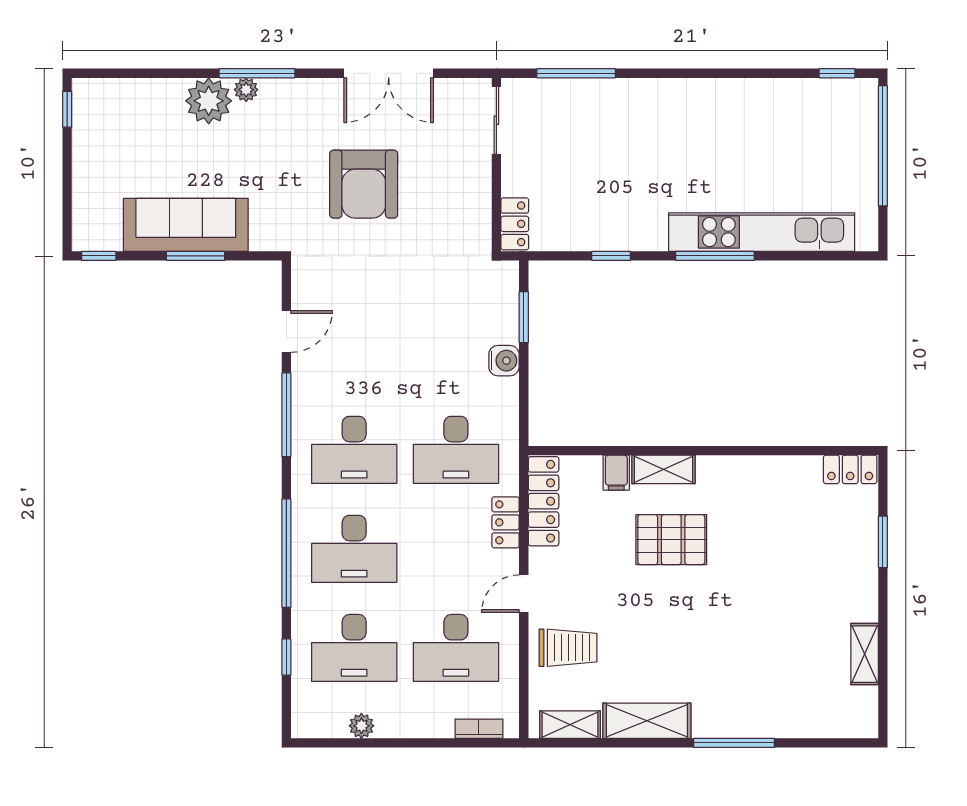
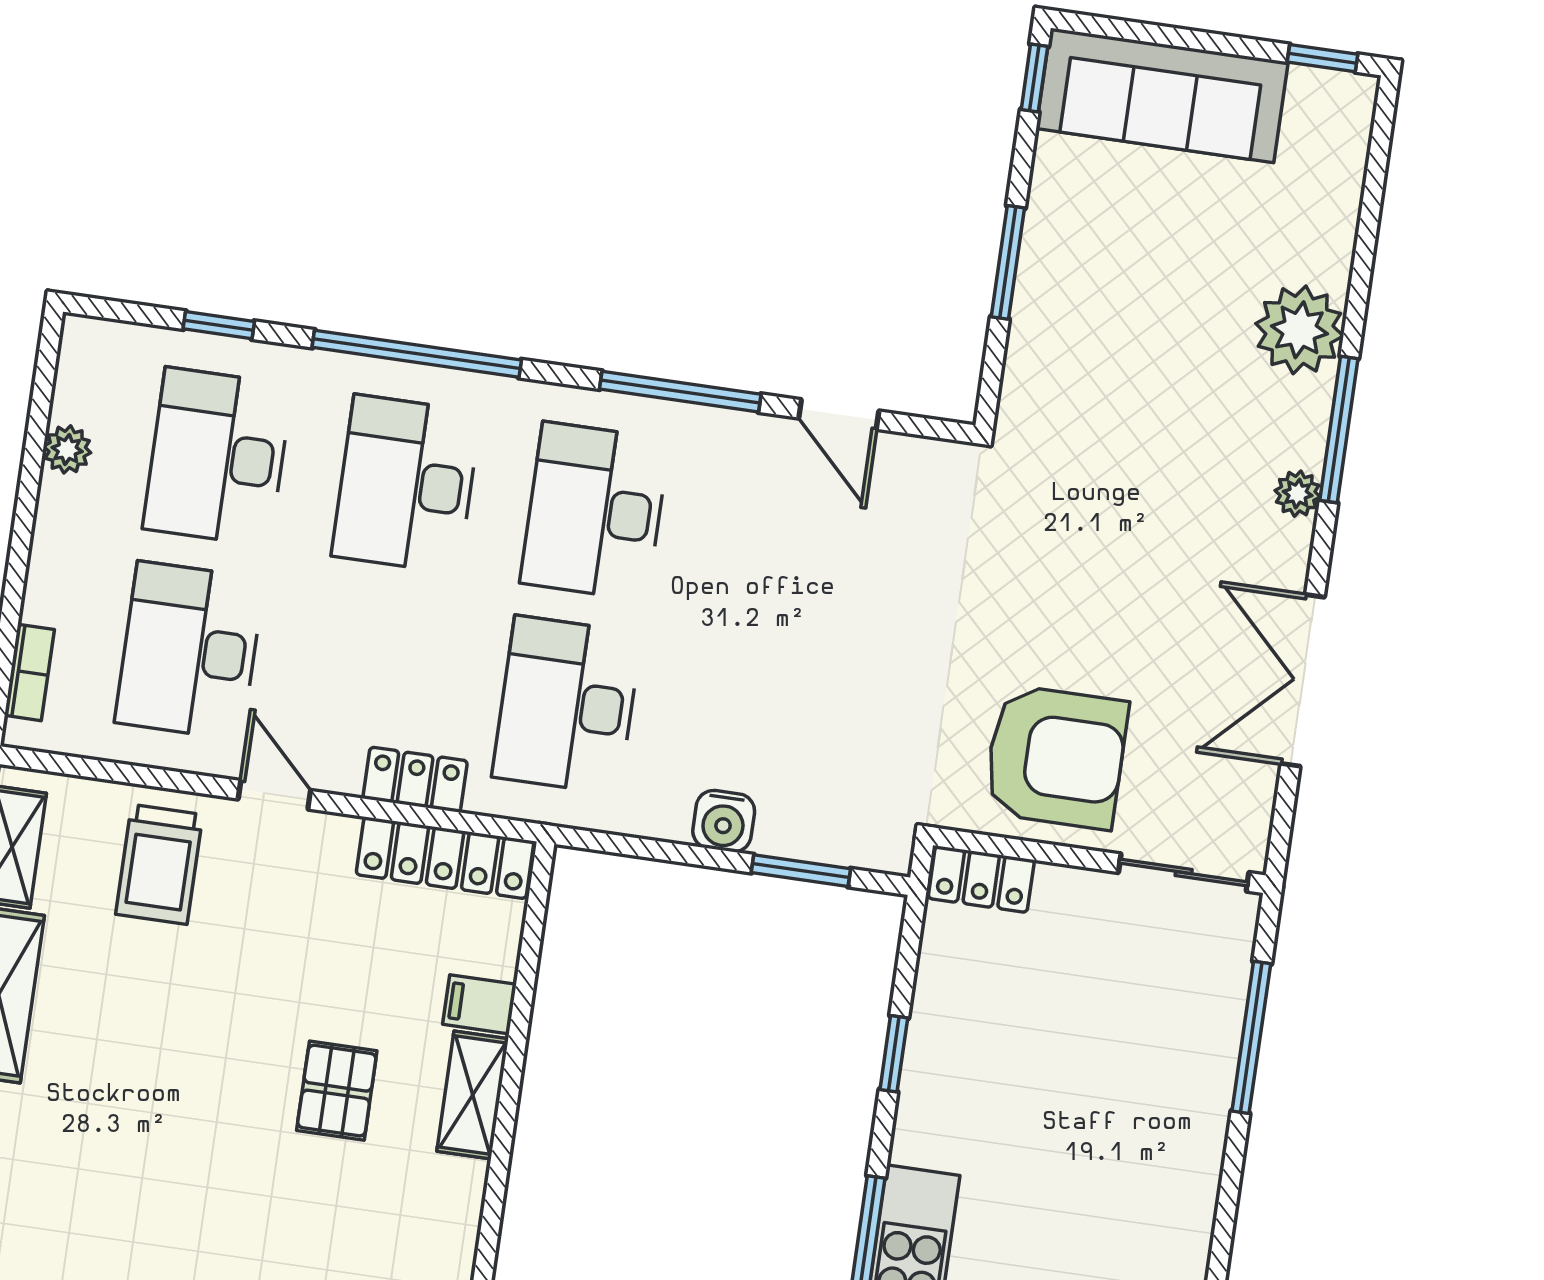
plant: (246, 90) -> (1298, 494), moved
armchair: (364, 184) -> (1056, 757), moved, turned 180
sofa: (186, 225) -> (1162, 95), moved, turned 90
pallet: (671, 540) -> (337, 1091), width x0.67, depth x0.71

